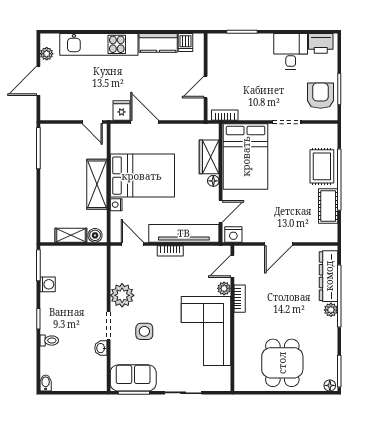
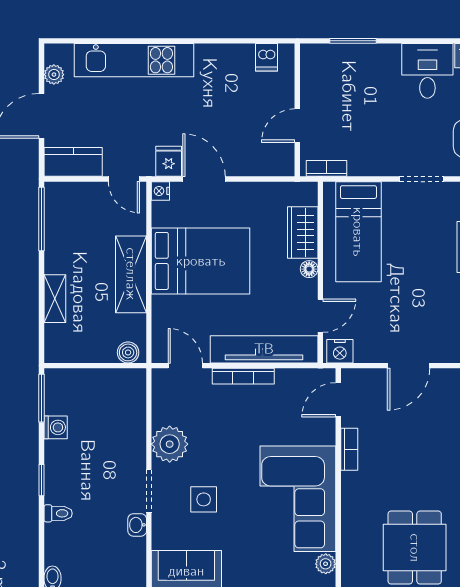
kitchen counter: (158, 43) -> (73, 162), moved, turned 180
bed: (246, 156) -> (358, 232), width x0.67
nightstand: (116, 205) -> (160, 191), moved
shelving: (71, 235) -> (55, 299), moved, turned 90
bookcase: (170, 251) -> (243, 376), width x1.56
plant: (224, 288) -> (326, 564), moved

